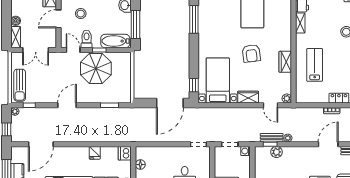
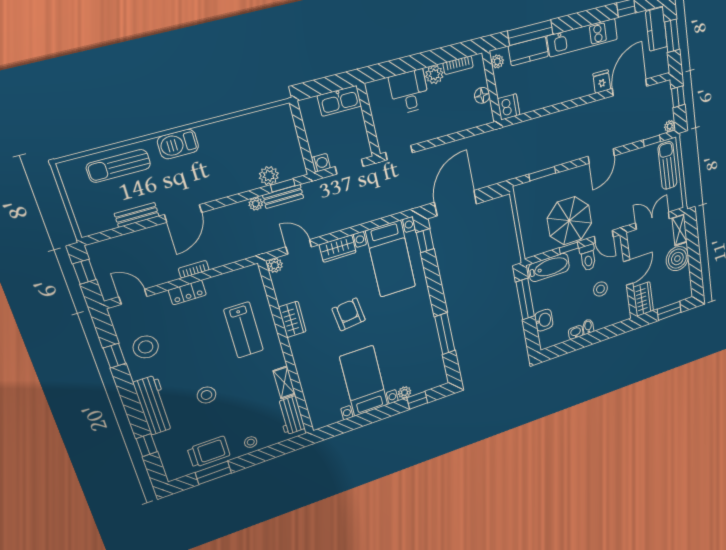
boiler: (16, 21) -> (677, 259), width x1.86, depth x1.86
fridge: (95, 153) -> (602, 82), moved

